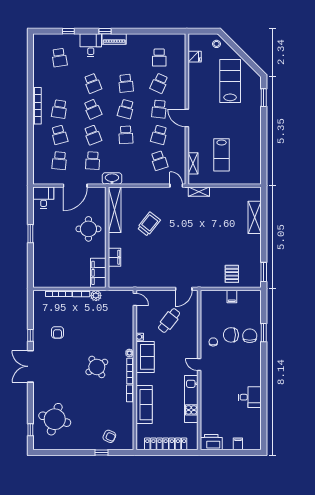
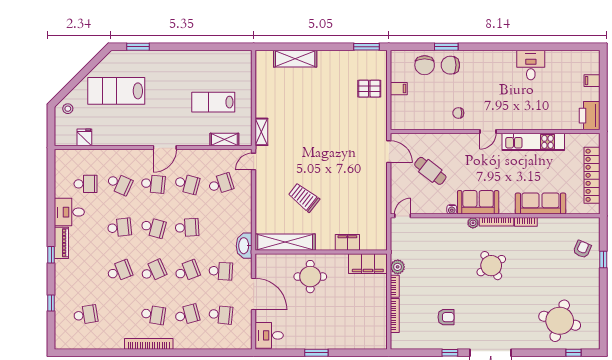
desk: (91, 45) -> (69, 212), moved
lab bench: (222, 155) -> (213, 102), turned 180
chair: (231, 335) -> (425, 65), moved

